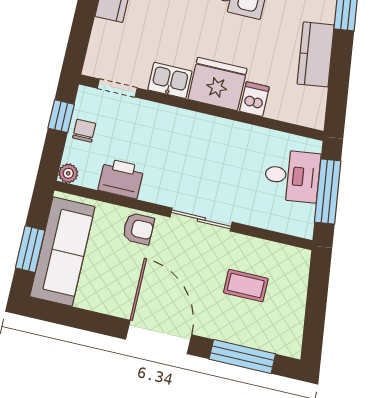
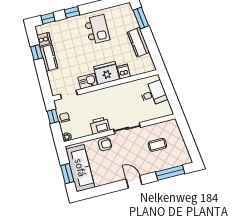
printer: (121, 179) -> (100, 126), moved
window: (328, 192) -> (170, 93), removed
door: (159, 337) -> (134, 182), width x0.53

